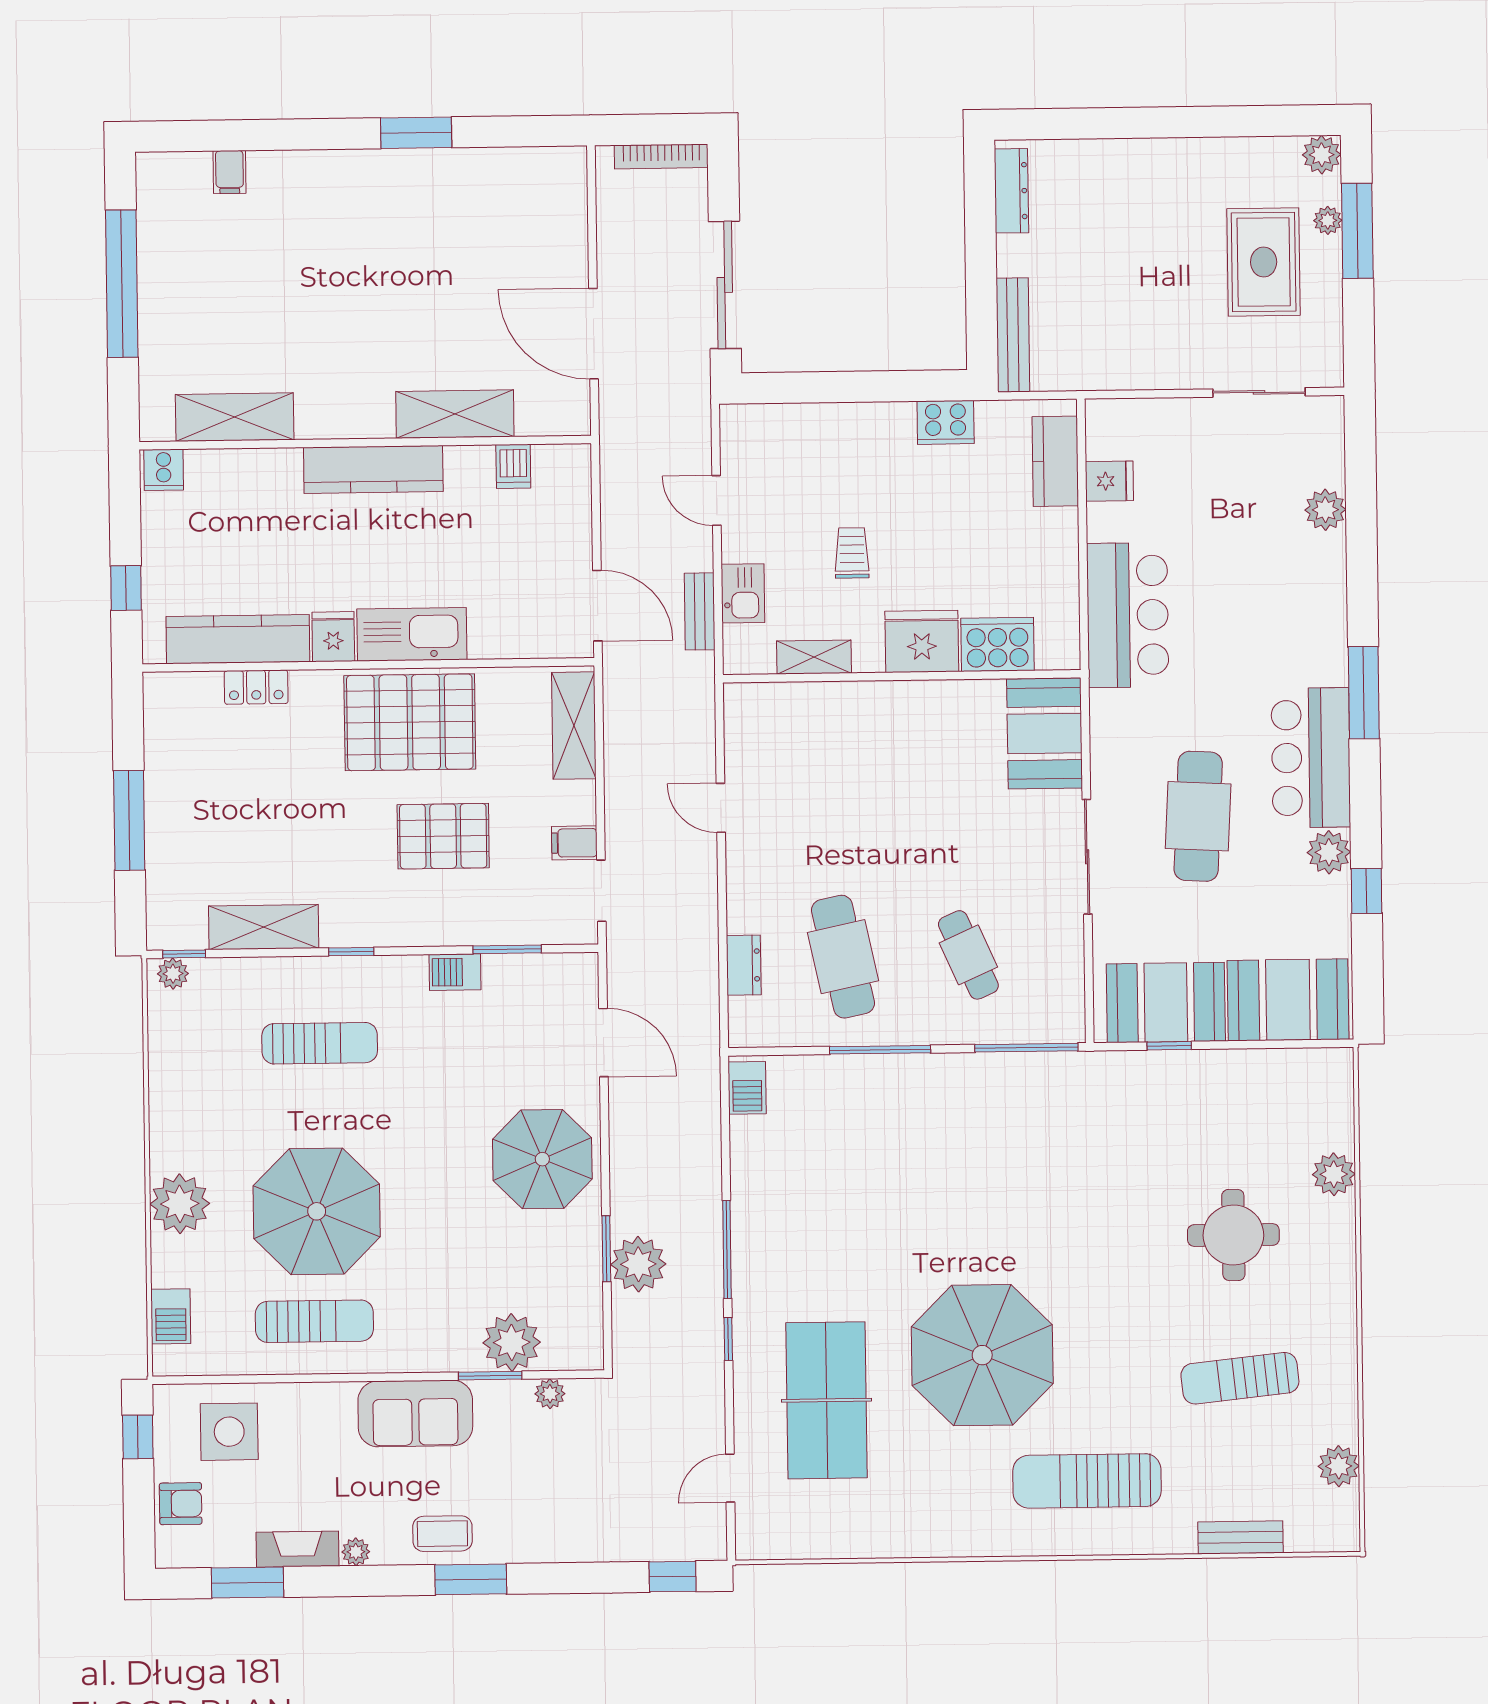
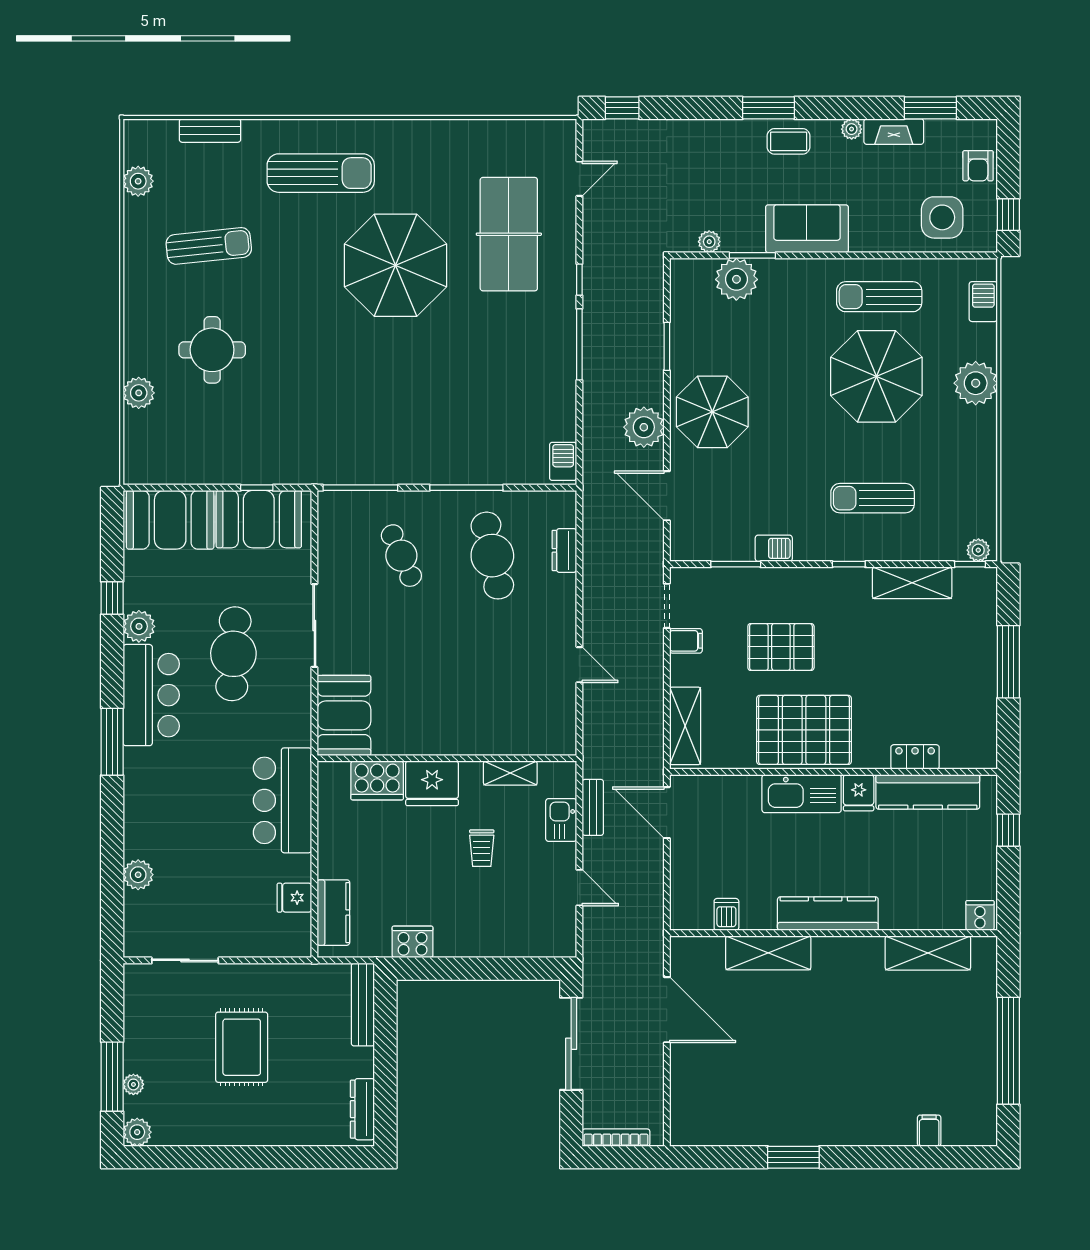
rug: (1264, 262) -> (242, 1047), moved
plant: (638, 1264) -> (644, 427), moved
armchair: (181, 1504) -> (978, 166), turned -90

